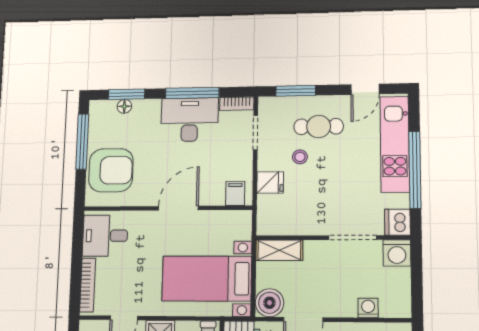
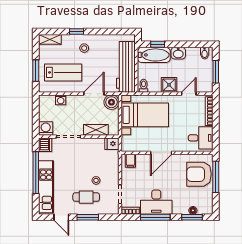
door: (365, 89) -> (61, 217), swing flipped
window: (296, 91) -> (88, 217), moved
window: (82, 141) -> (216, 177), moved
fridge: (270, 183) -> (112, 144), moved
shelving: (279, 250) -> (96, 130), moved

